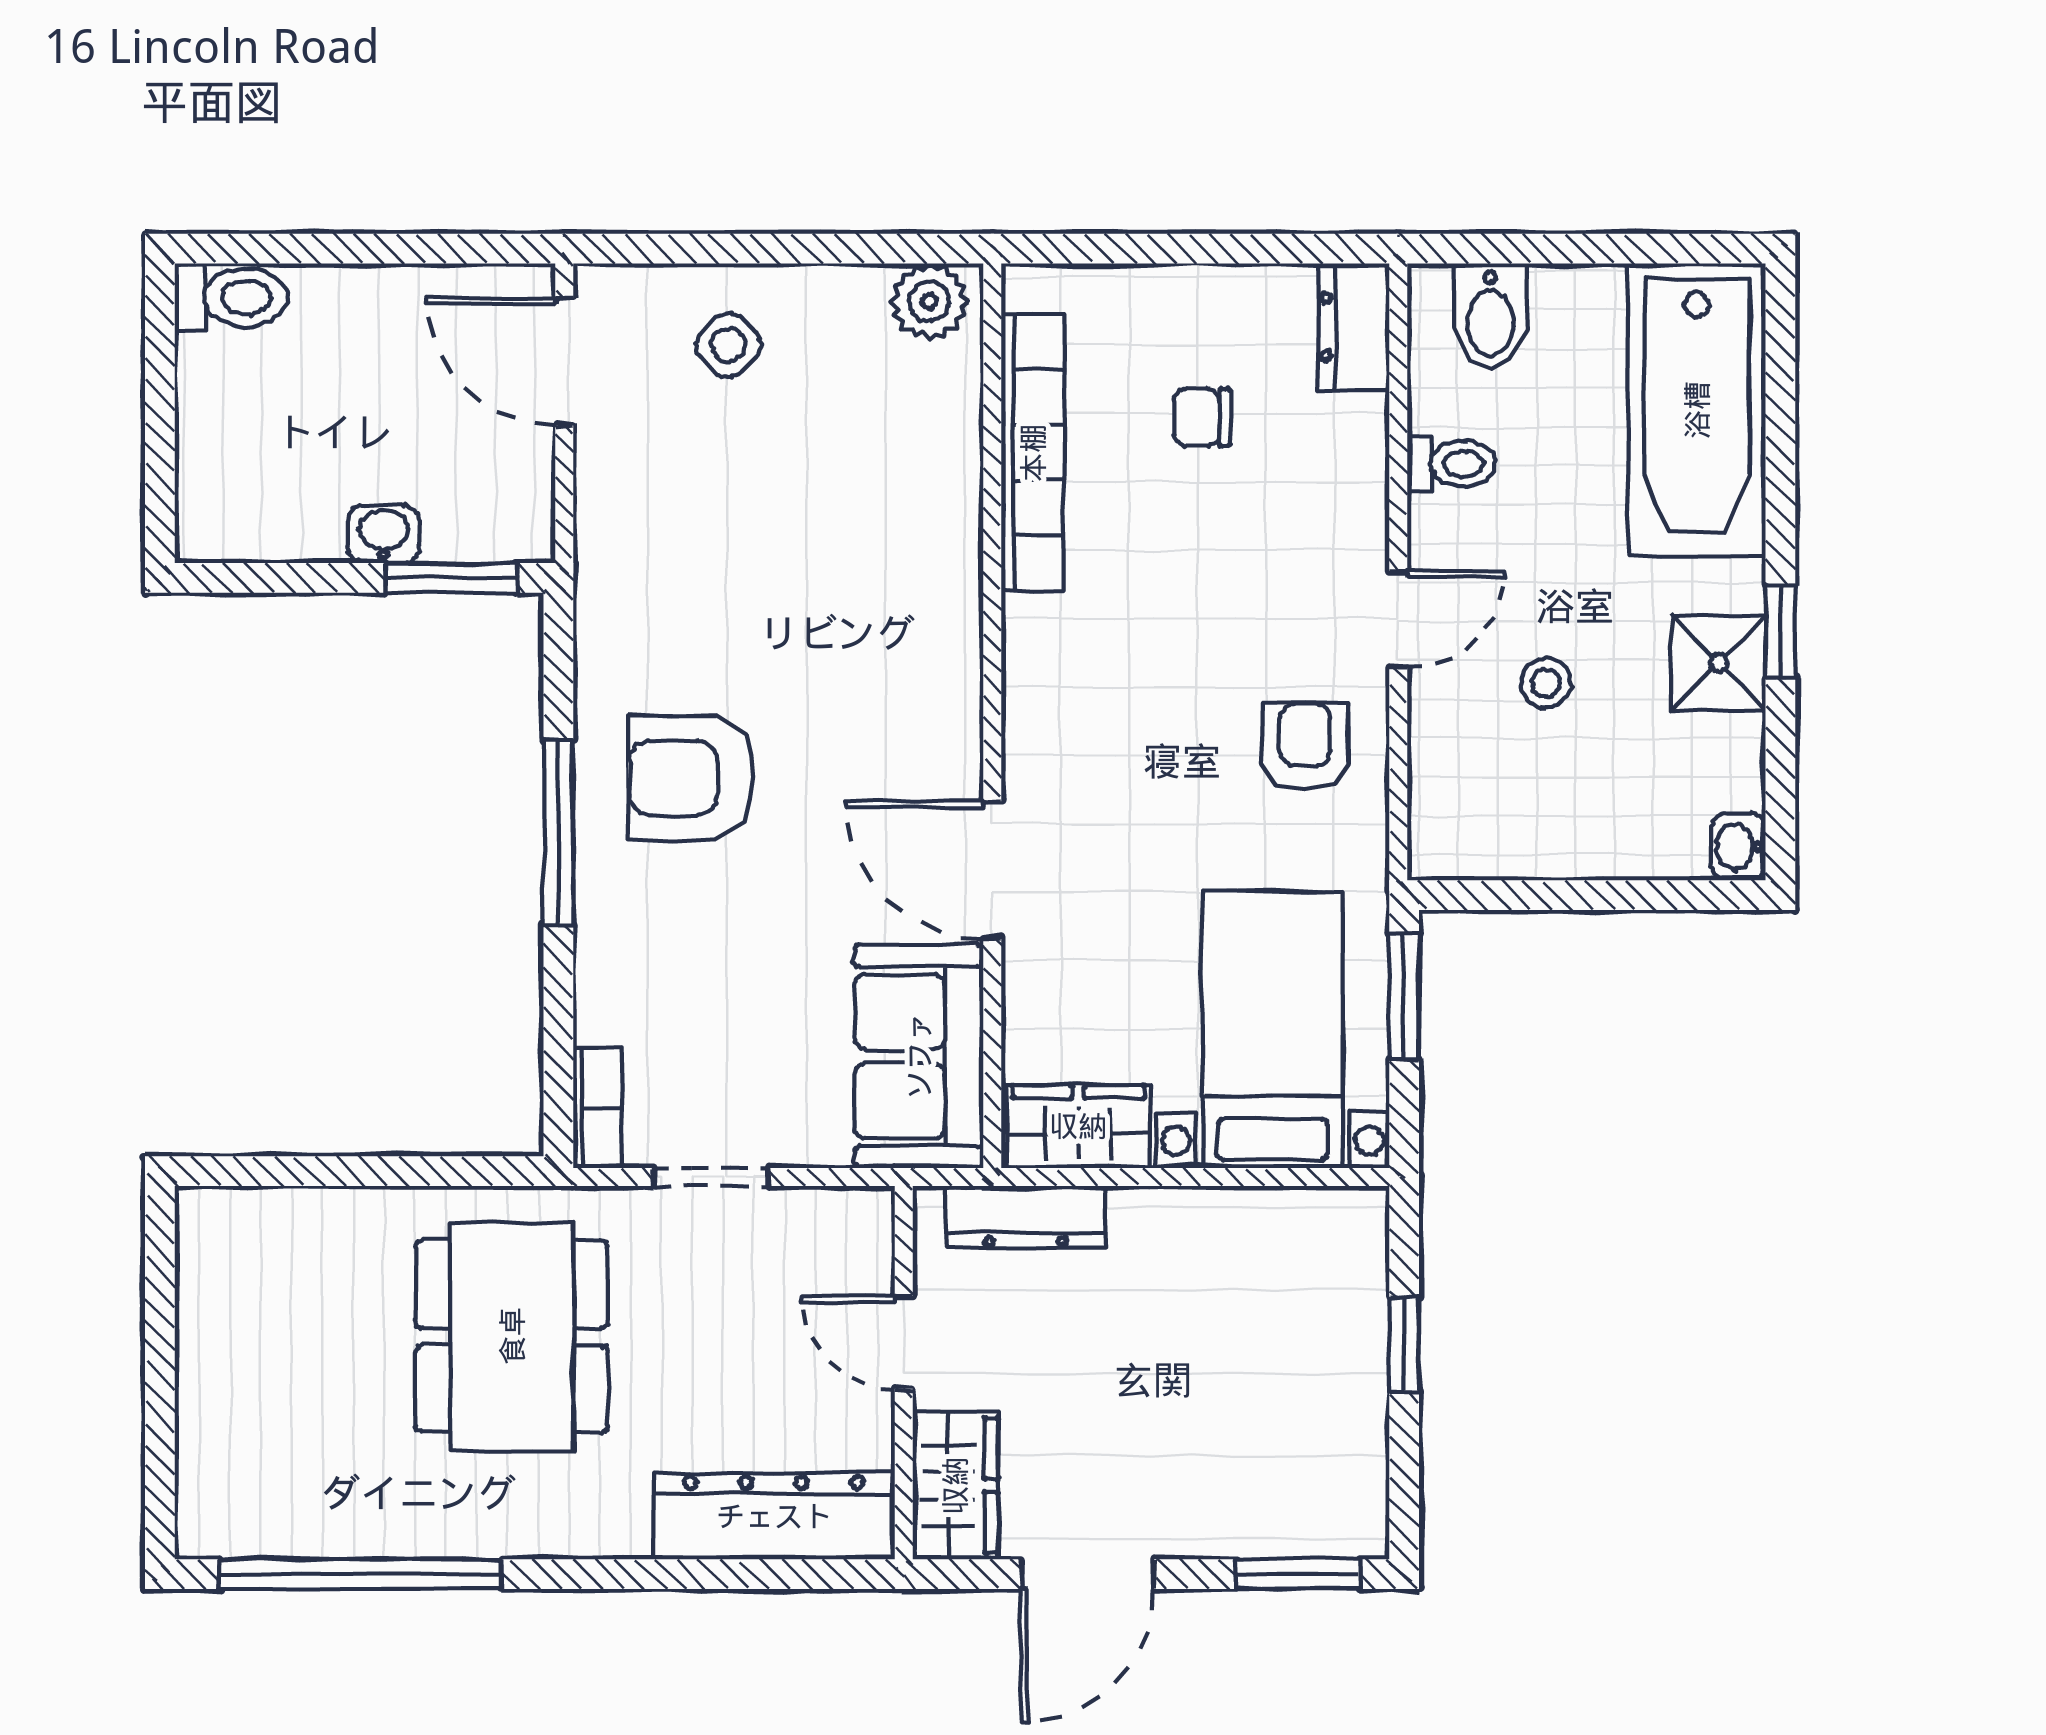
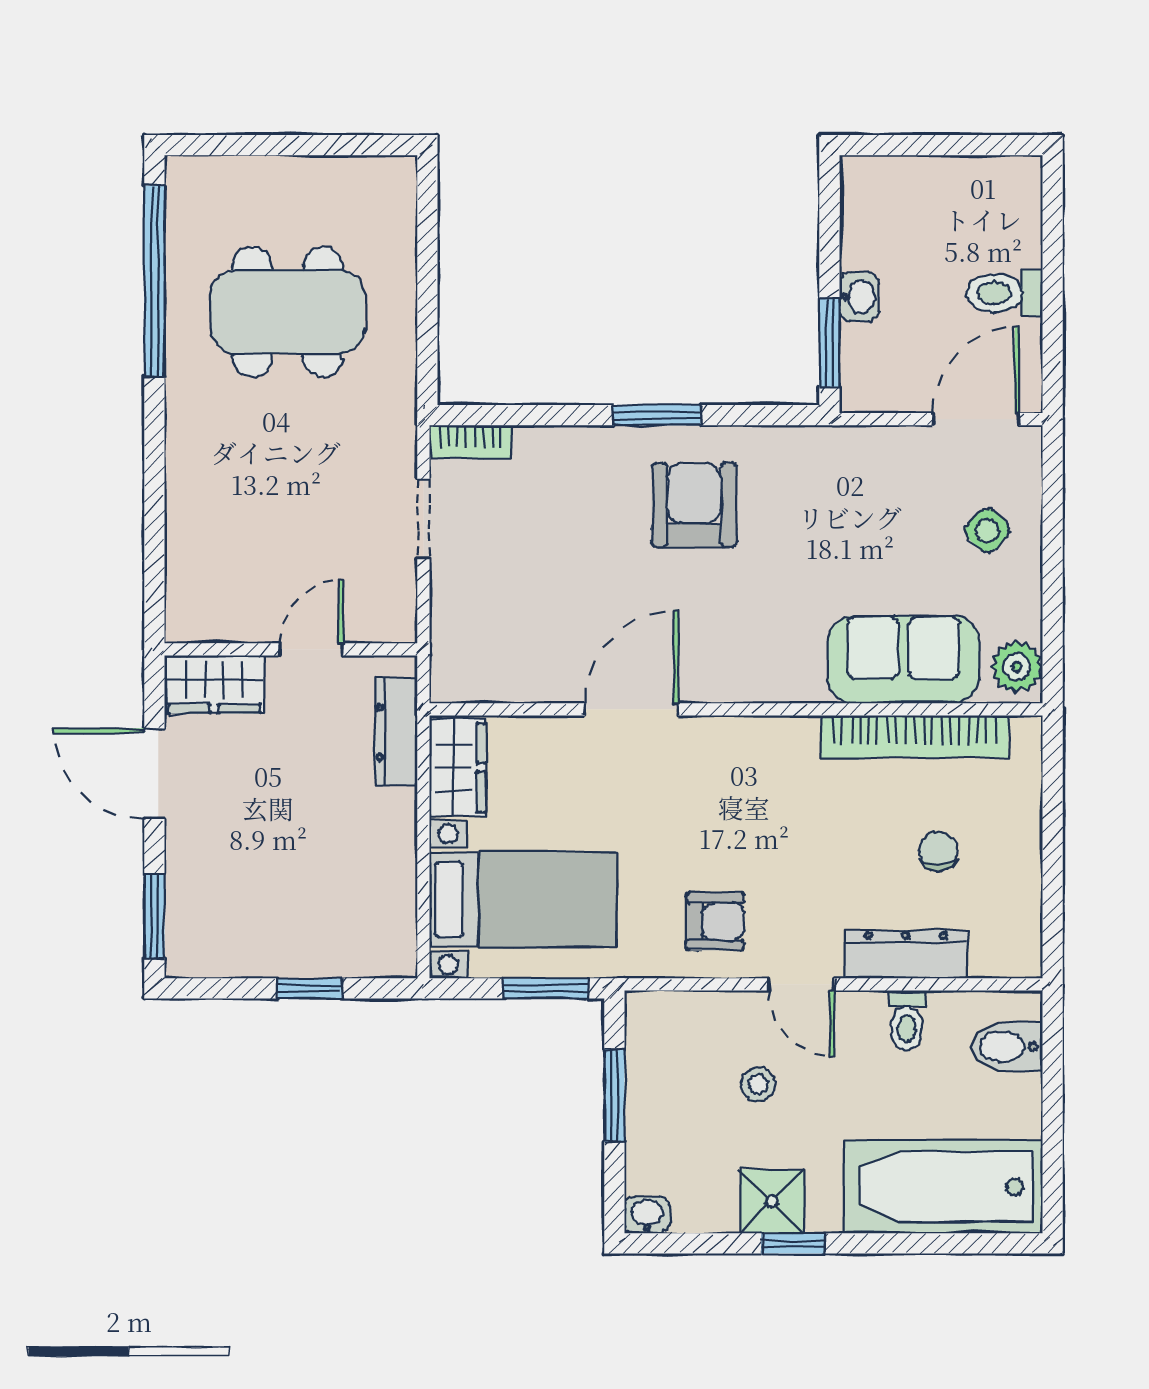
toilet: (231, 298) -> (1004, 293), moved, turned 90
dresser: (1354, 327) -> (906, 954), moved, width x1.44
window: (558, 833) -> (657, 415), width x0.69
window: (1562, 895) -> (614, 1096), added
sofa: (919, 1056) -> (903, 659), moved
dining table: (512, 1336) -> (287, 312), moved
dresser: (774, 1516) -> (194, 561), removed

